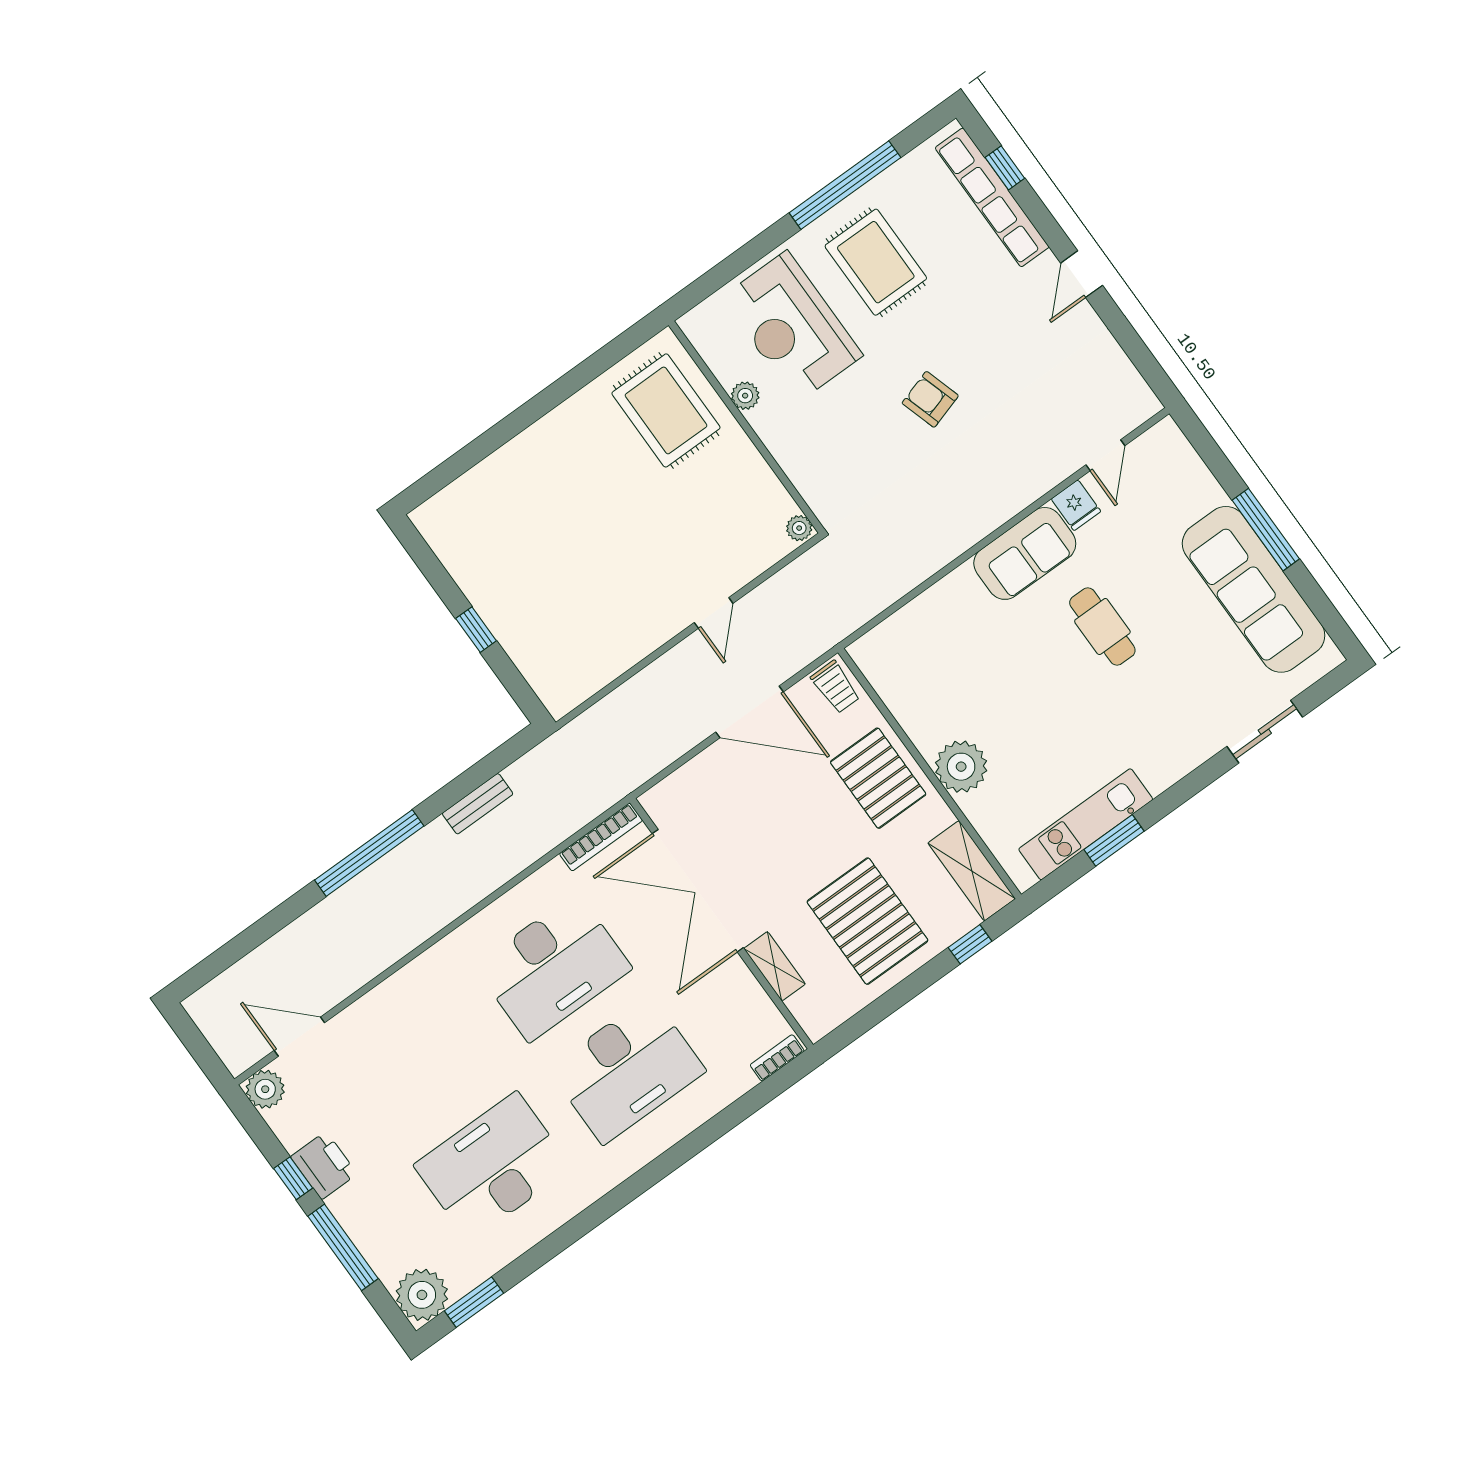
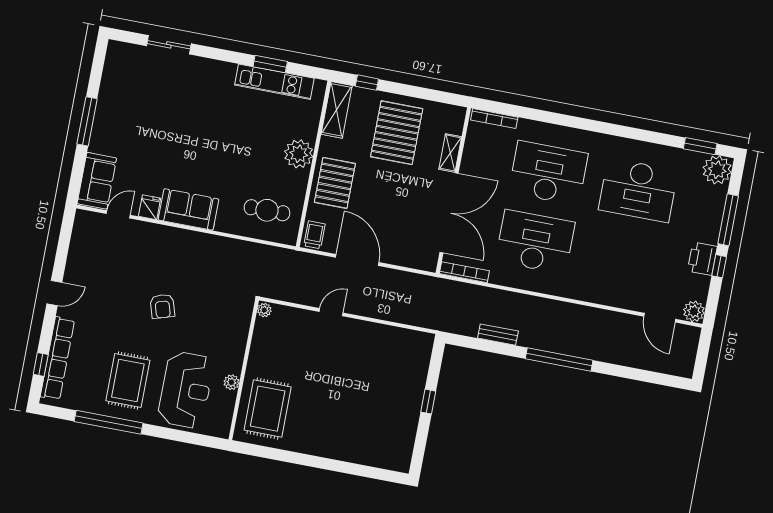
sofa: (1254, 589) -> (97, 181), moved, width x0.54, depth x0.79
cafe table: (1102, 627) -> (267, 210), moved, turned 90
bookcase: (777, 1058) -> (494, 119), width x1.56

